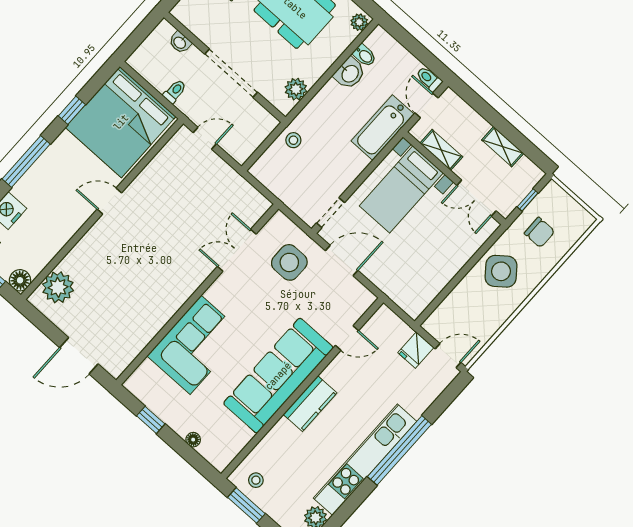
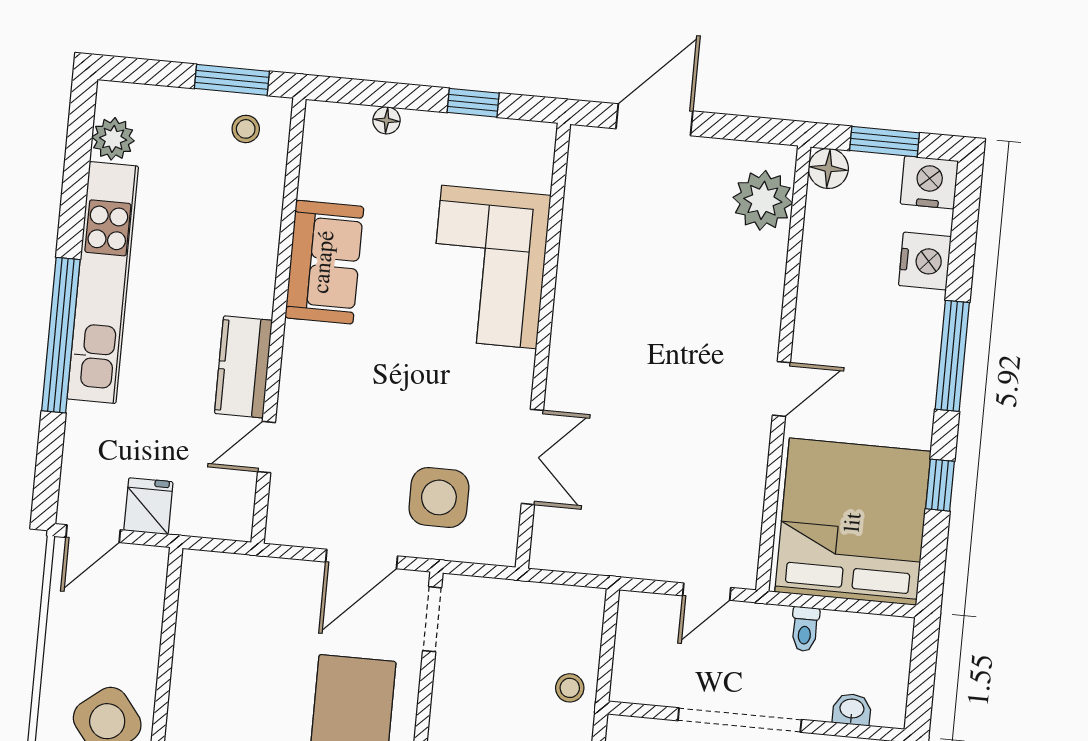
sofa: (278, 376) -> (324, 262), width x0.54, depth x0.79
kitchen counter: (310, 404) -> (243, 367), moved

